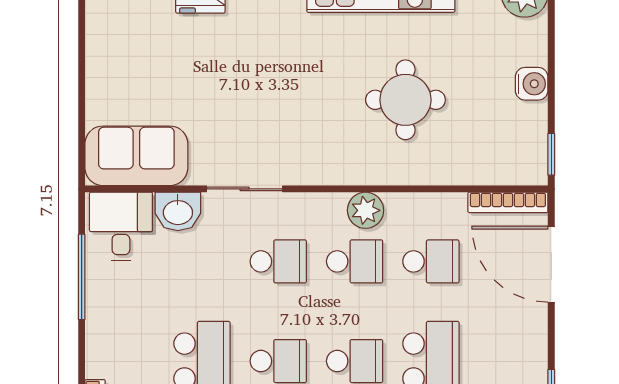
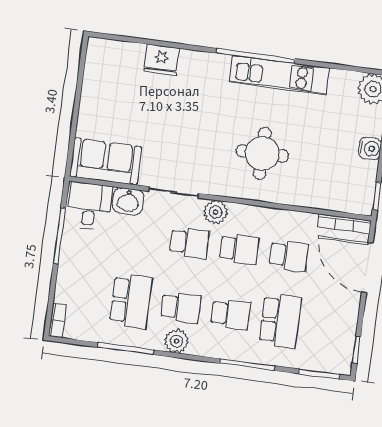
round table: (405, 100) -> (262, 153), moved
plant: (366, 210) -> (216, 212), moved

